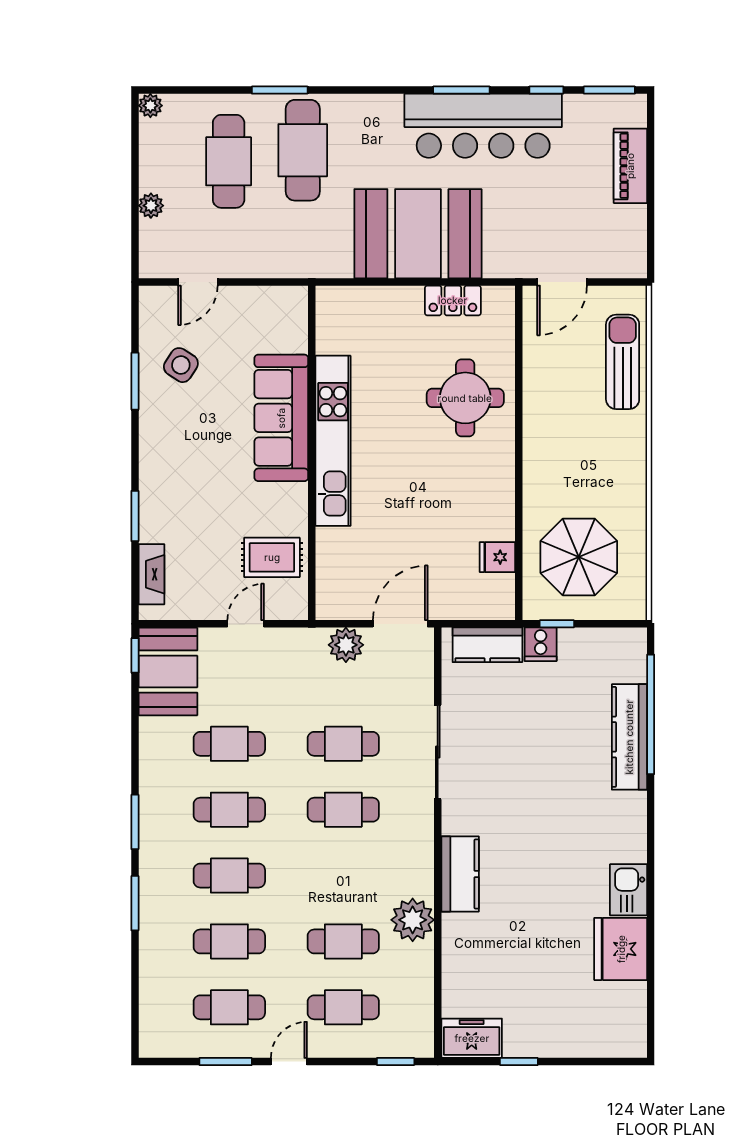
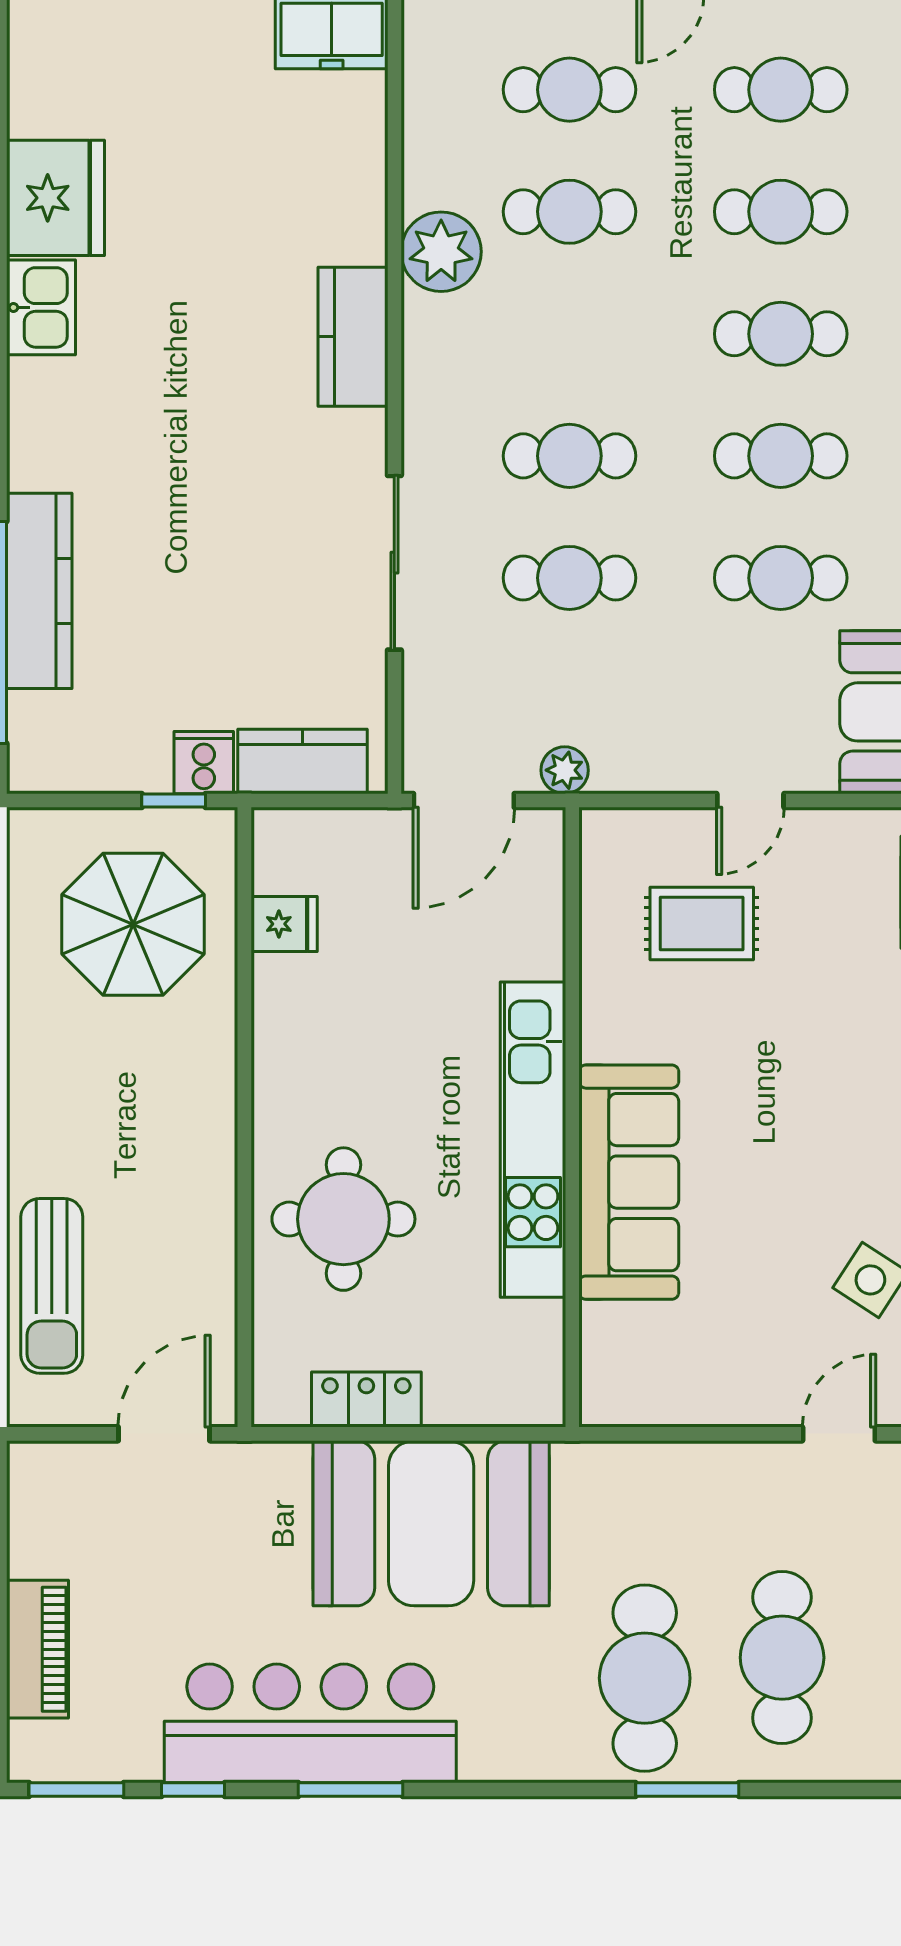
sofa: (281, 418) -> (629, 1182), moved
kitchen unit: (333, 441) -> (533, 1140), moved
wall: (312, 453) -> (572, 1117), moved
plant: (346, 645) -> (565, 770), width x0.73, depth x0.73

